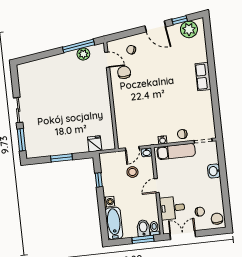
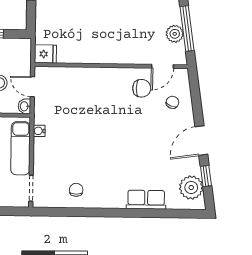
row of seats: (203, 77) -> (146, 200), moved
chair: (182, 134) -> (76, 190), moved
fridge: (95, 144) -> (45, 54), moved

